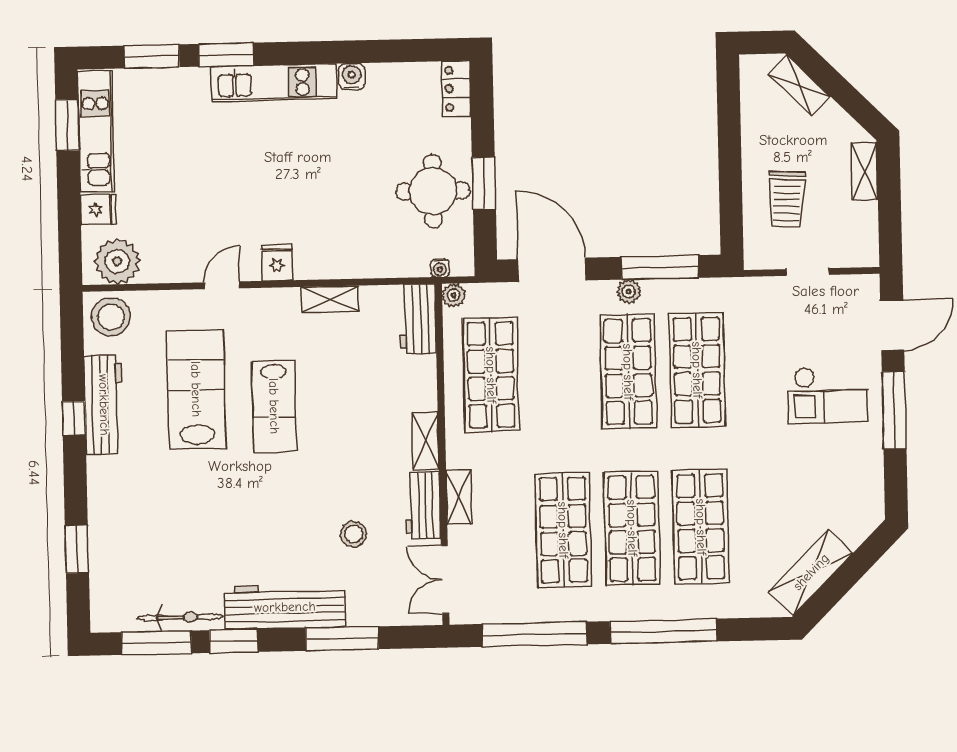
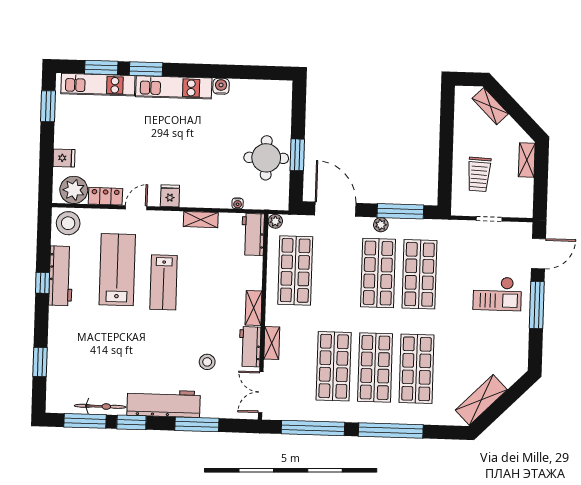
locker: (456, 89) -> (105, 196), moved, turned 90
kitchen unit: (96, 132) -> (98, 85), moved, turned 90
water cooler: (440, 268) -> (238, 203), moved

